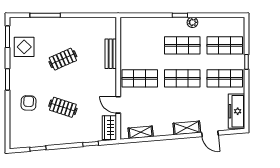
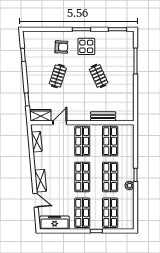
shop shelf: (140, 45) -> (110, 141), added
display table: (24, 47) -> (86, 46), moved
door: (210, 134) -> (36, 200), swing flipped

